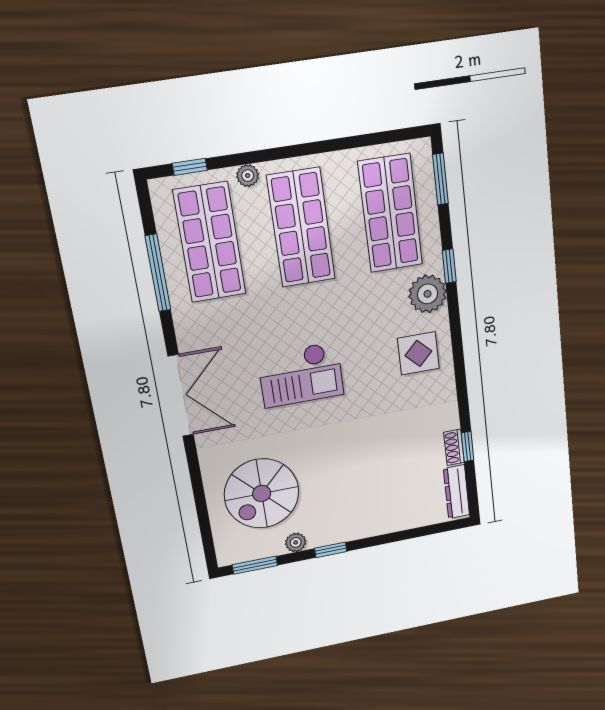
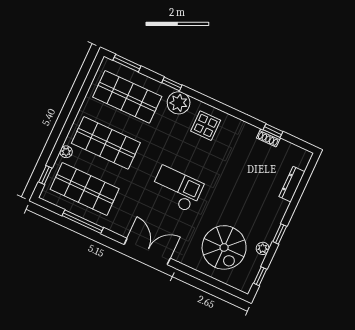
checkout: (301, 375) -> (177, 189), turned -90
dresser: (457, 492) -> (292, 184), moved, turned 90
window: (255, 565) -> (260, 276), width x0.67

